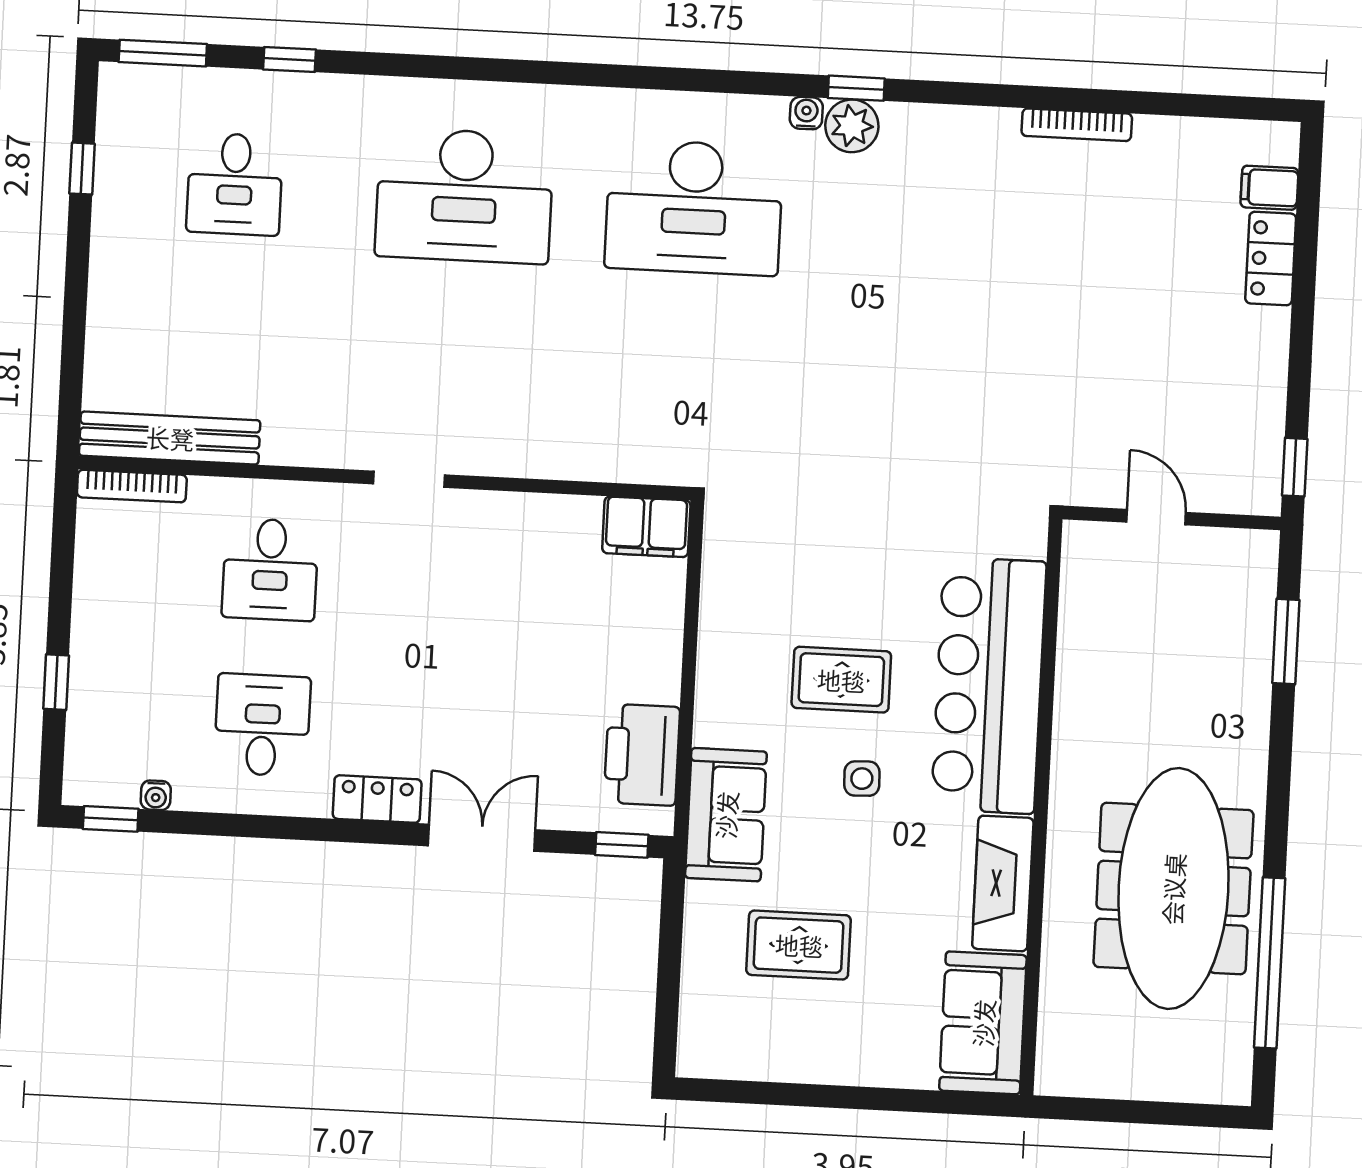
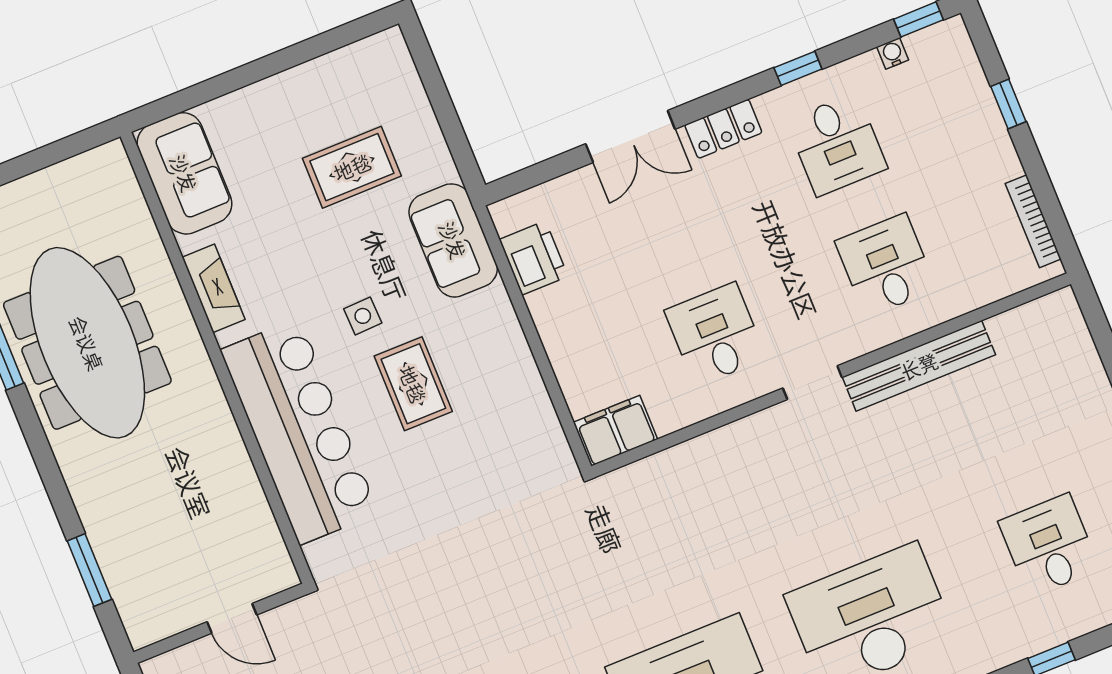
bench: (170, 438) -> (919, 366), moved
bookcase: (132, 486) -> (1033, 221), moved, turned -90
desk: (489, 581) -> (715, 334), added
rug: (841, 680) -> (413, 384), turned 90
printer: (642, 755) -> (534, 258), width x0.73, depth x0.84
window: (622, 845) -> (798, 68), moved
fireplace: (1003, 883) -> (214, 288), width x0.73, depth x0.76

